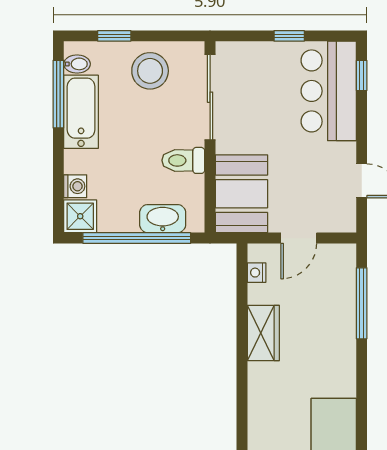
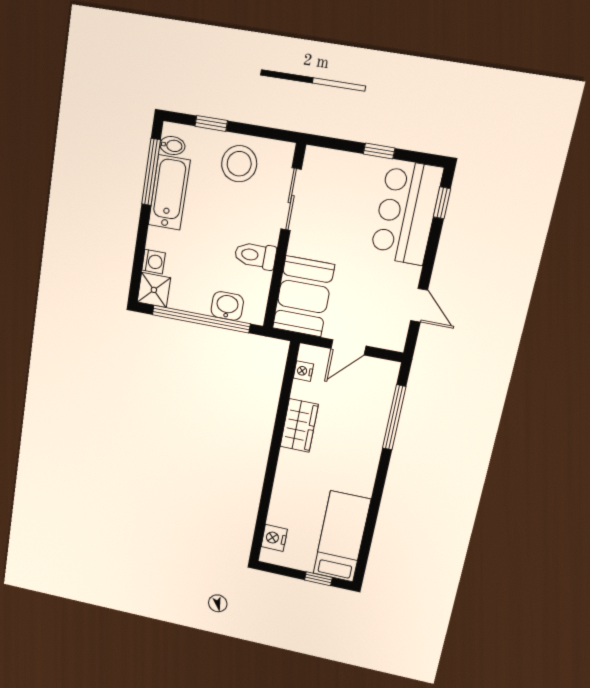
sliding door: (210, 97) -> (291, 199), width x0.73
washbasin: (163, 219) -> (227, 306), width x0.72

